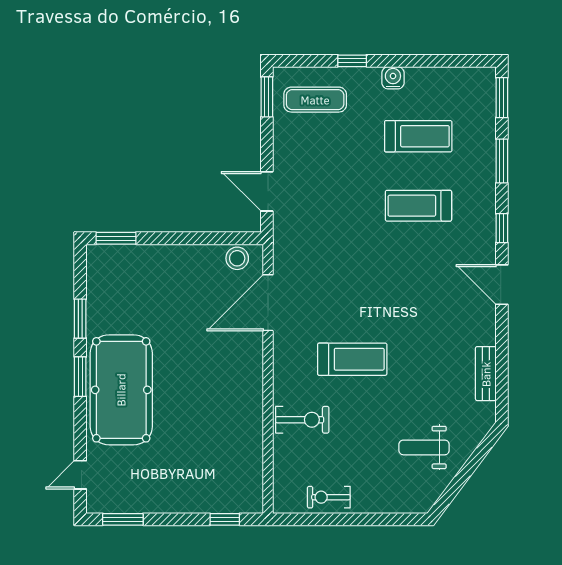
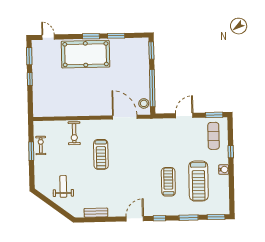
treadmill: (418, 136) -> (199, 181), width x1.37, depth x1.38
door: (267, 191) -> (184, 115), moved
window: (203, 238) -> (152, 88), added
window: (225, 519) -> (30, 79), moved
window: (342, 519) -> (31, 151), added

